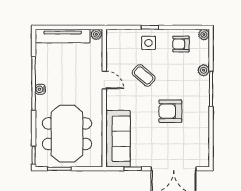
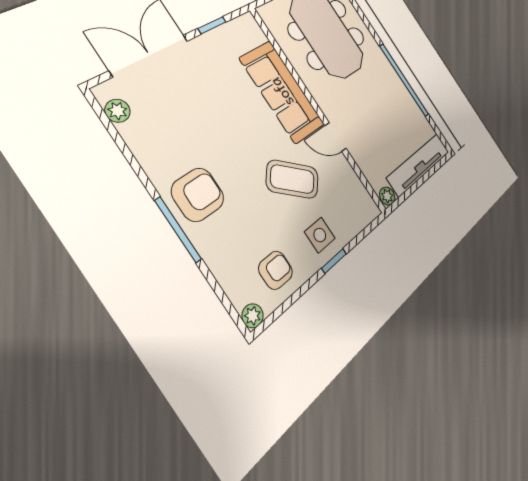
plant: (204, 70) -> (118, 111), moved
coffee table: (144, 75) -> (292, 179), width x1.36, depth x1.30
water cooler: (40, 89) -> (393, 77), removed
armchair: (170, 111) -> (198, 195), moved
sofa: (118, 139) -> (282, 92), moved

